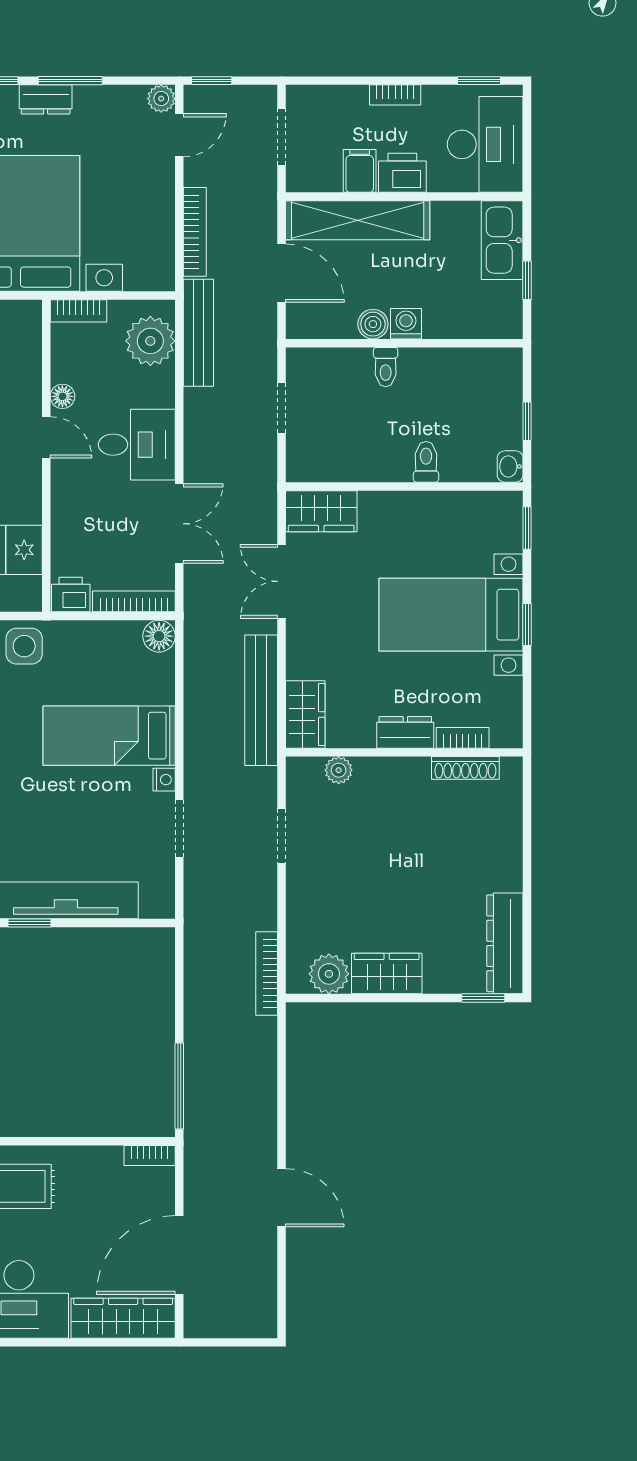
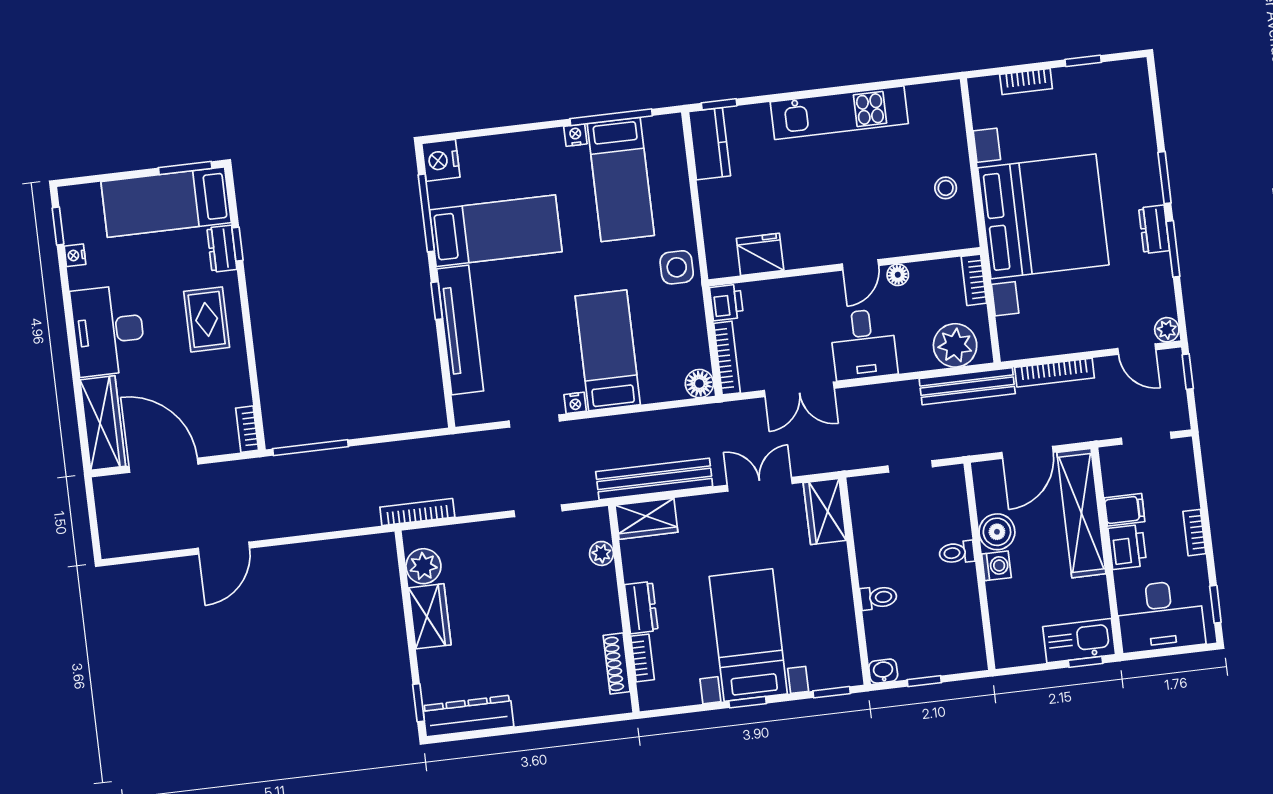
window: (527, 280) -> (1085, 662), moved
boiler: (373, 324) -> (997, 532), width x1.36, depth x1.36

